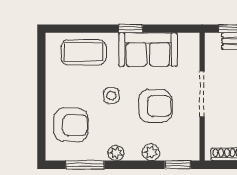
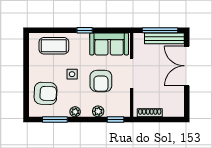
sofa: (148, 50) -> (109, 44), moved
armchair: (155, 106) -> (101, 81), turned 90

